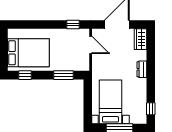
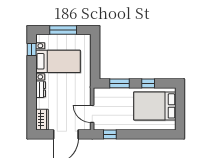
window: (25, 75) -> (148, 83), moved
bed with nightstands: (110, 102) -> (58, 61), moved, turned -90

